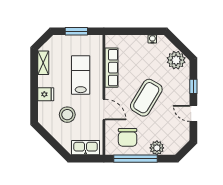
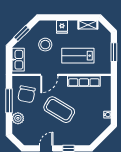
plant: (176, 60) -> (90, 134), removed
lab bench: (81, 75) -> (78, 56), turned 180
chair: (128, 137) -> (27, 94), turned -79
window: (54, 143) -> (22, 33), added
window: (136, 159) -> (9, 101), width x0.68

